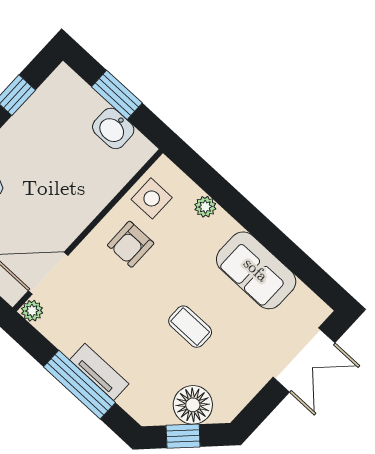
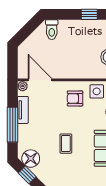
tv unit: (99, 372) -> (23, 110), moved
floor lamp: (193, 405) -> (31, 159), moved

